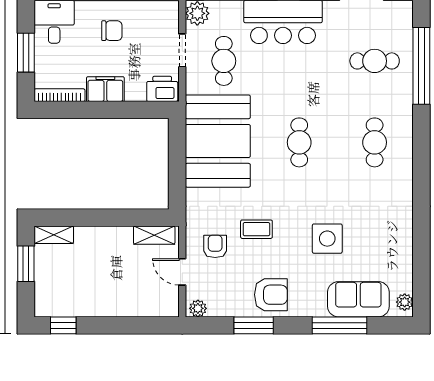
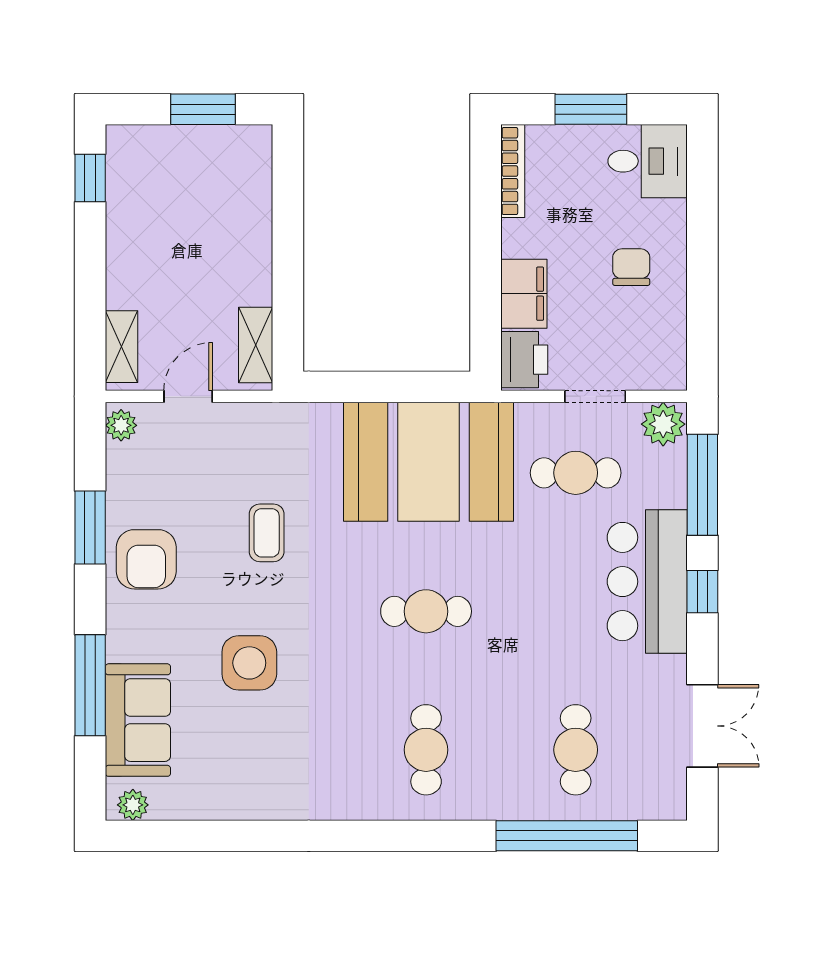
chair: (112, 31) -> (631, 267), turned 180
filing cabinet: (105, 89) -> (524, 294), moved
cafe table: (375, 142) -> (426, 750), turned 90
shelving: (54, 235) -> (121, 347), moved
armchair: (215, 246) -> (235, 457), removed

